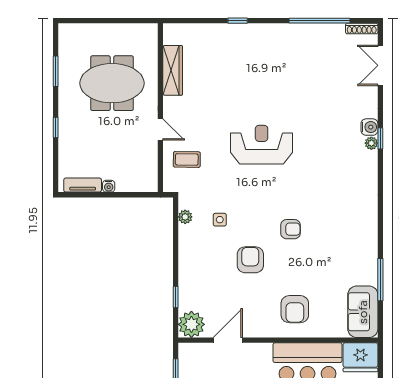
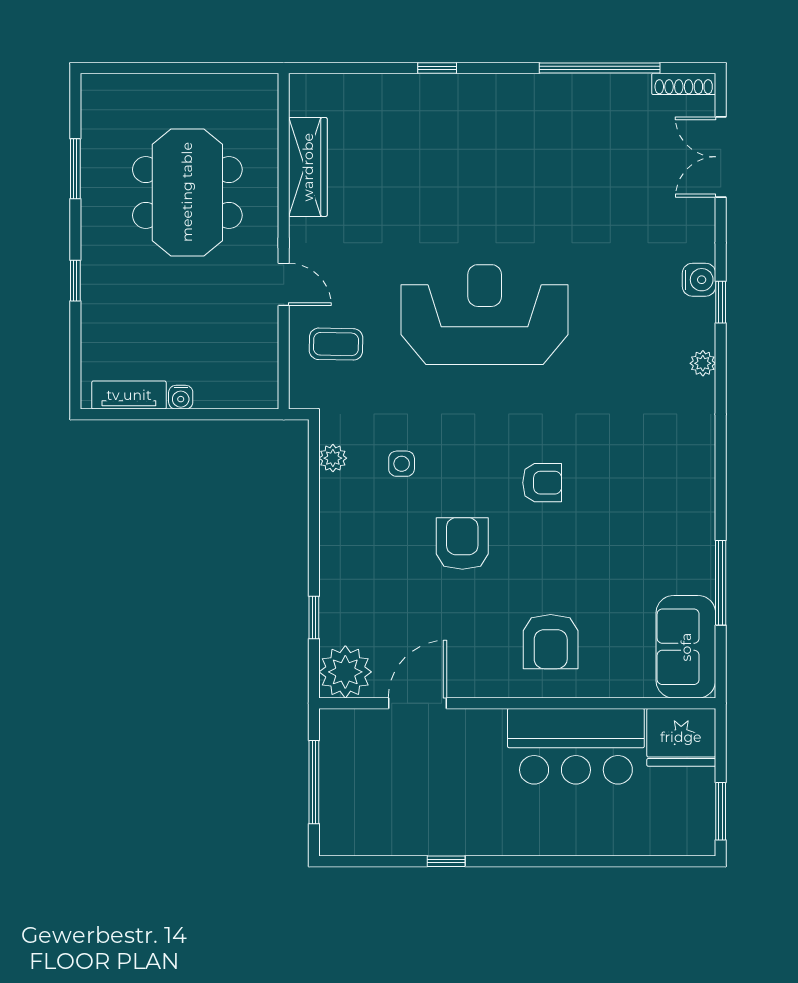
meeting table: (112, 83) -> (187, 192), turned 90
plant: (371, 143) -> (703, 363), moved
reception desk: (262, 145) -> (485, 315), width x1.36, depth x1.30

